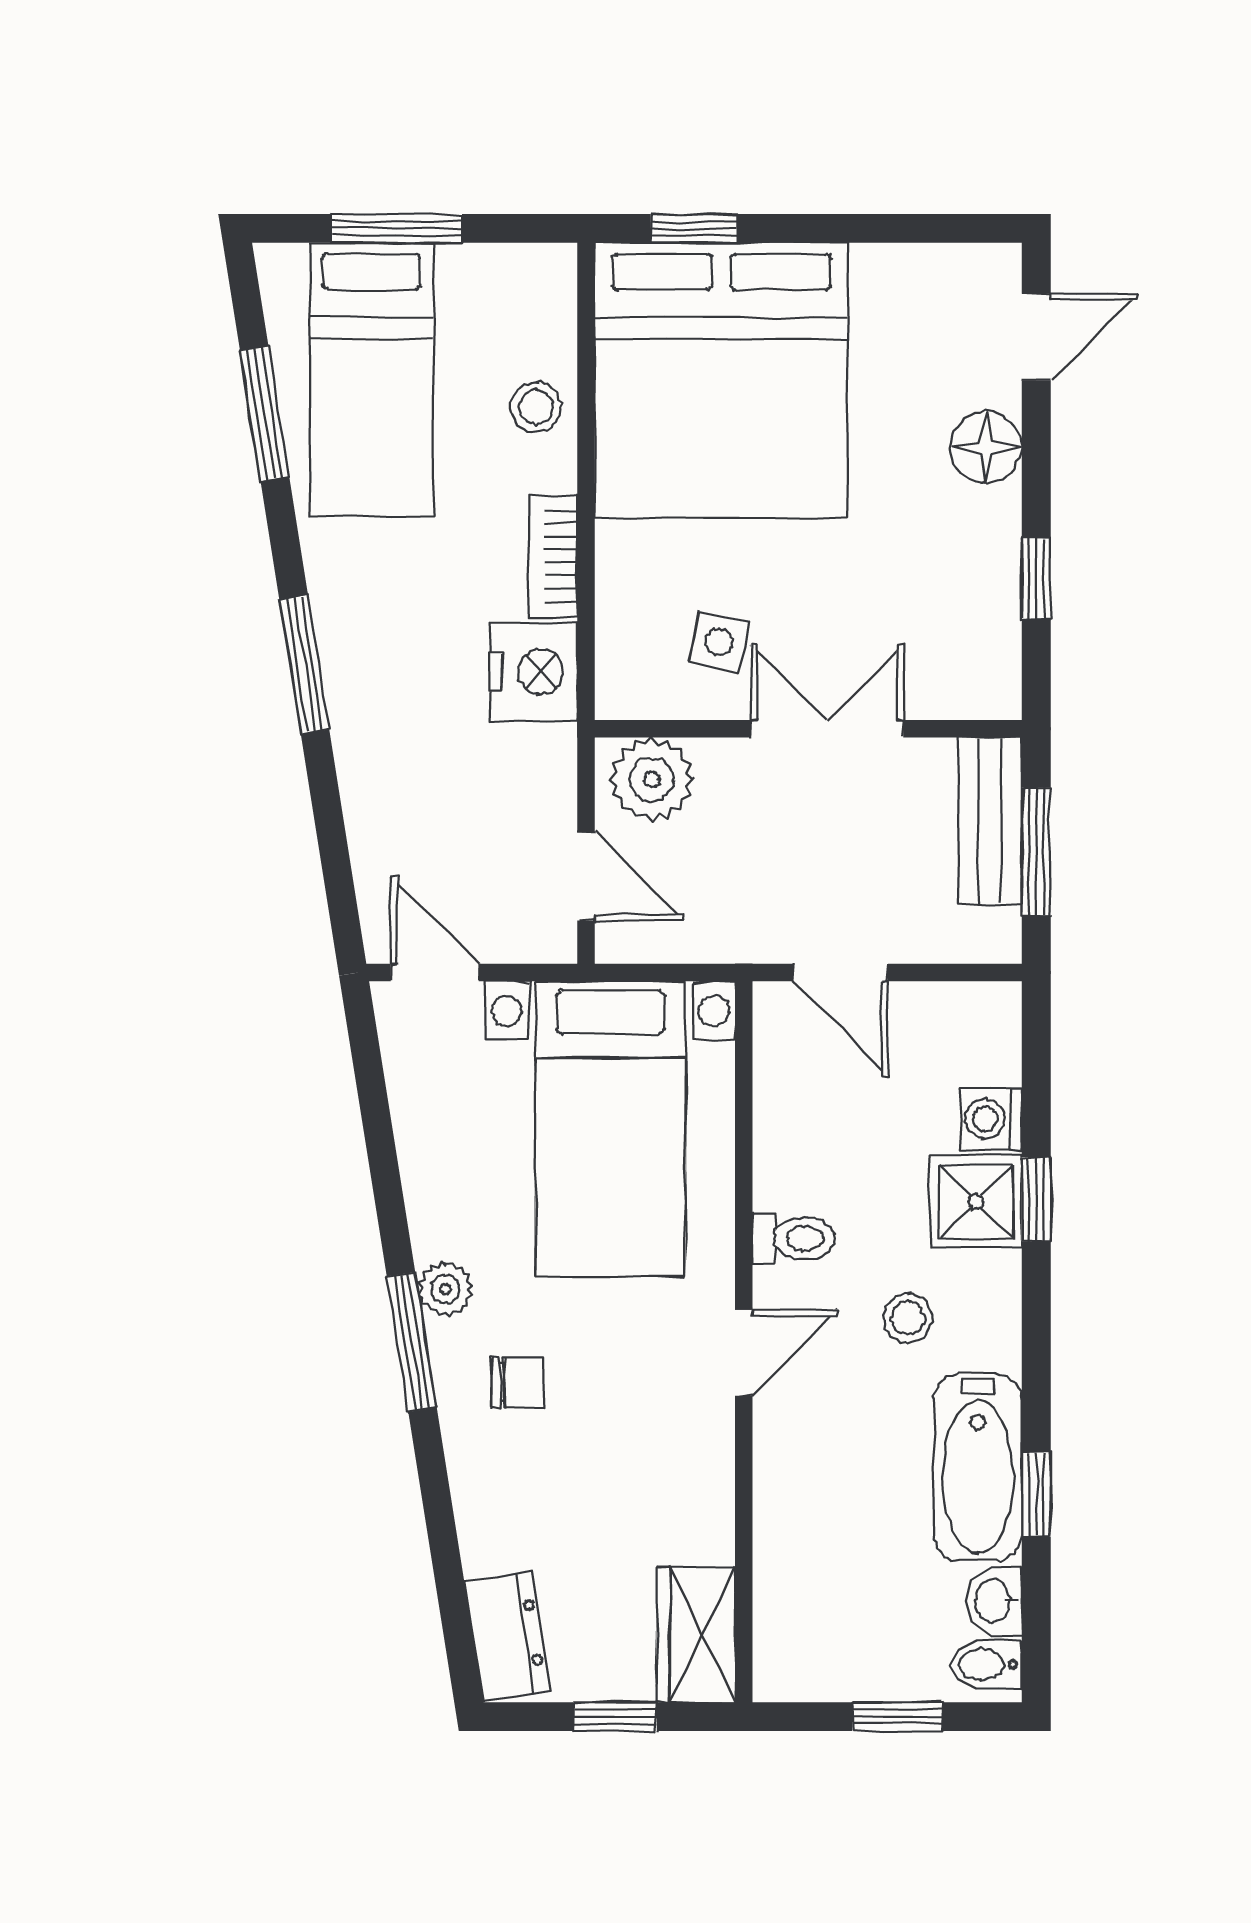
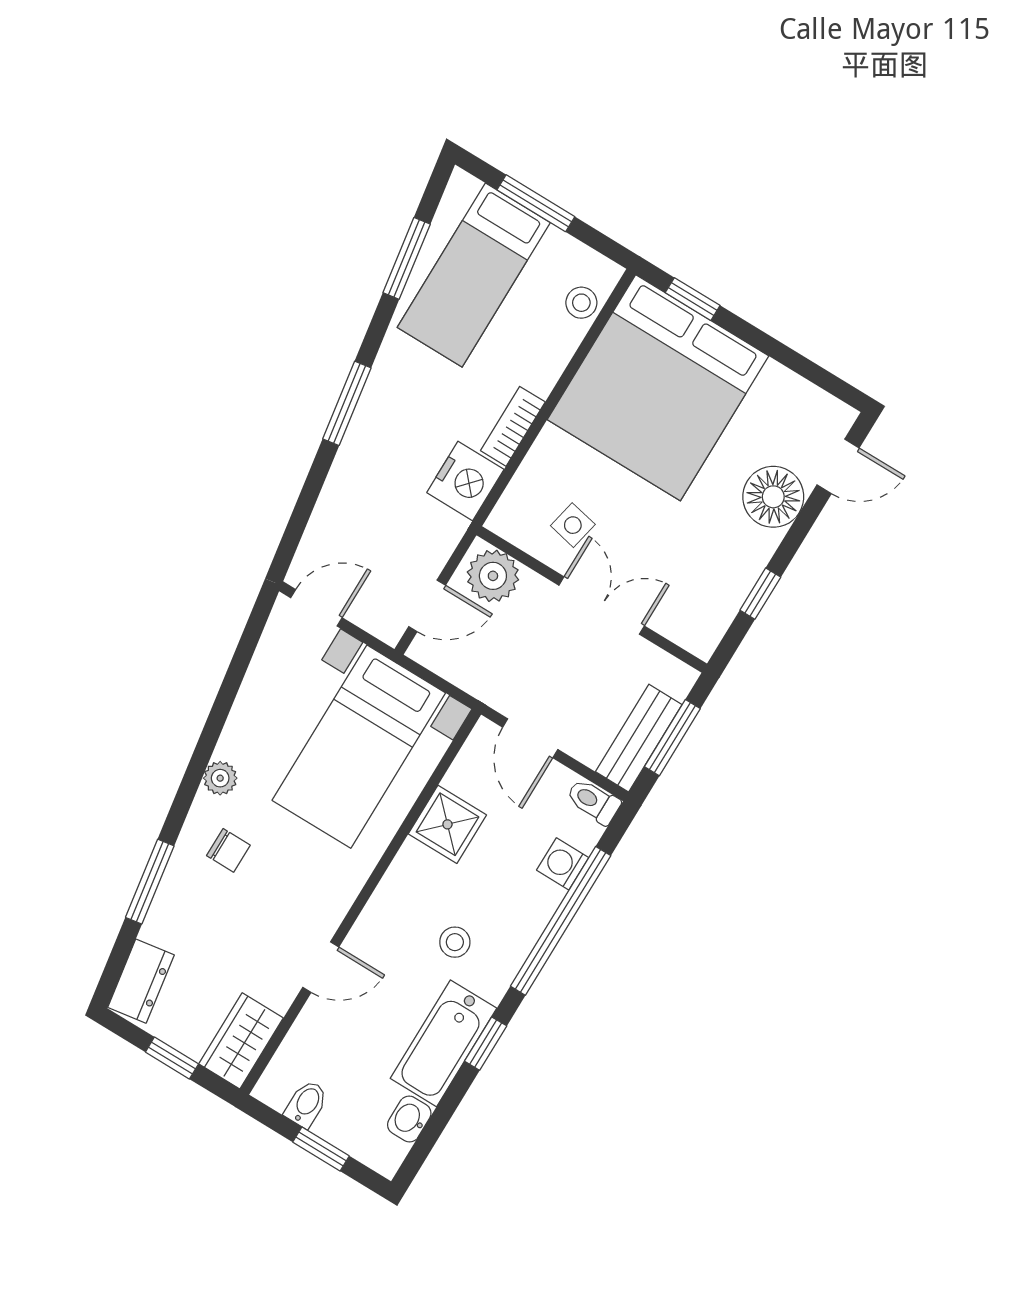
stool: (536, 407) -> (581, 303), moved
floor lamp: (986, 447) -> (773, 497), width x1.38, depth x1.38
bench: (990, 821) -> (639, 738), moved
door: (586, 877) -> (427, 606), hinge flipped
door: (435, 973) -> (316, 608), hinge flipped
window: (1036, 1199) -> (561, 921), width x3.17
shower: (976, 1201) -> (447, 824), moved
toilet: (793, 1239) -> (593, 801), moved, turned 180
window: (412, 1342) -> (150, 882), moved
door: (744, 1353) -> (321, 967), moved
window: (1036, 1494) -> (486, 1044), moved
bidet: (986, 1665) -> (306, 1104), moved, turned 90

